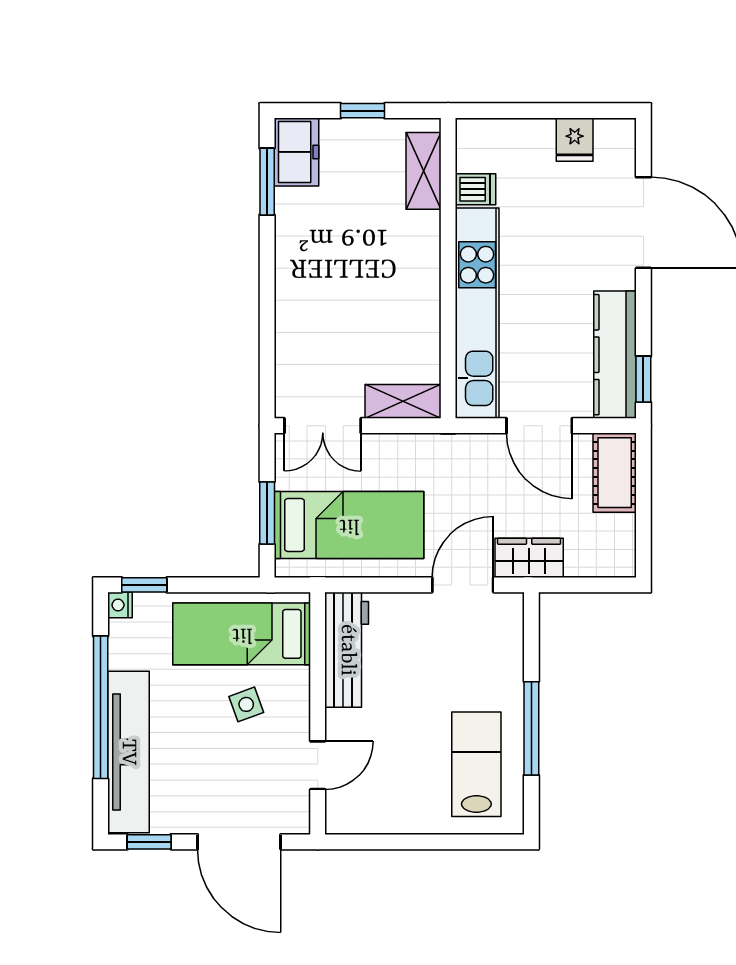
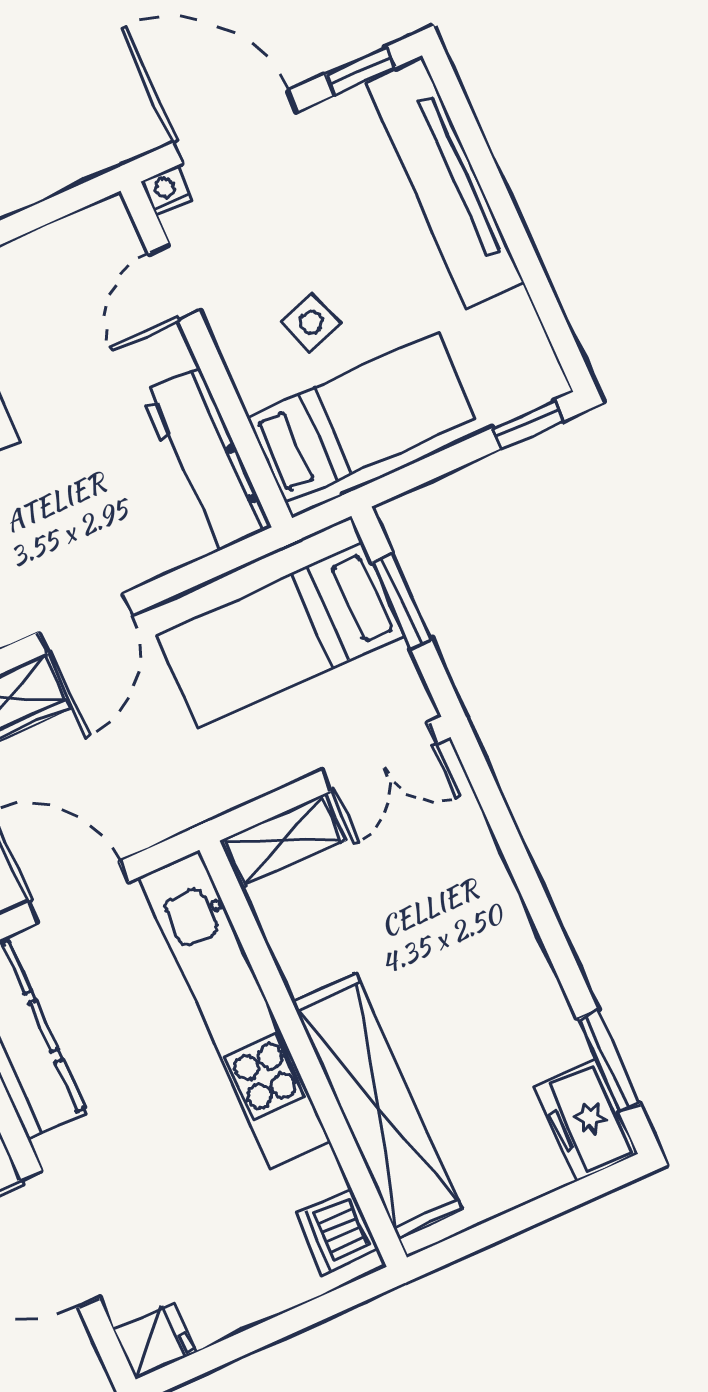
window: (363, 111) -> (520, 1219), removed
fridge: (575, 140) -> (154, 1341), moved, turned 90
shelving: (423, 171) -> (377, 1106), width x2.20, depth x1.33
dishwasher: (475, 189) -> (337, 1231), moved, width x1.38
double door: (323, 426) -> (379, 757), swing flipped
nightstand: (120, 605) -> (166, 190), moved, turned -90
window: (101, 707) -> (512, 227), removed

